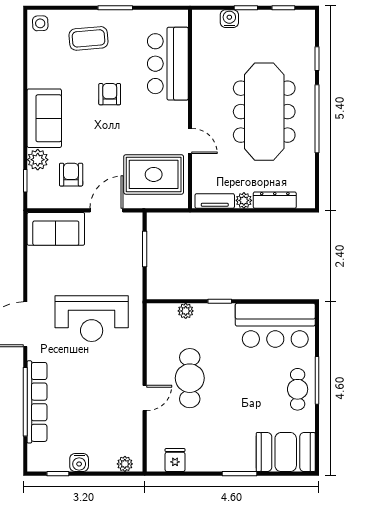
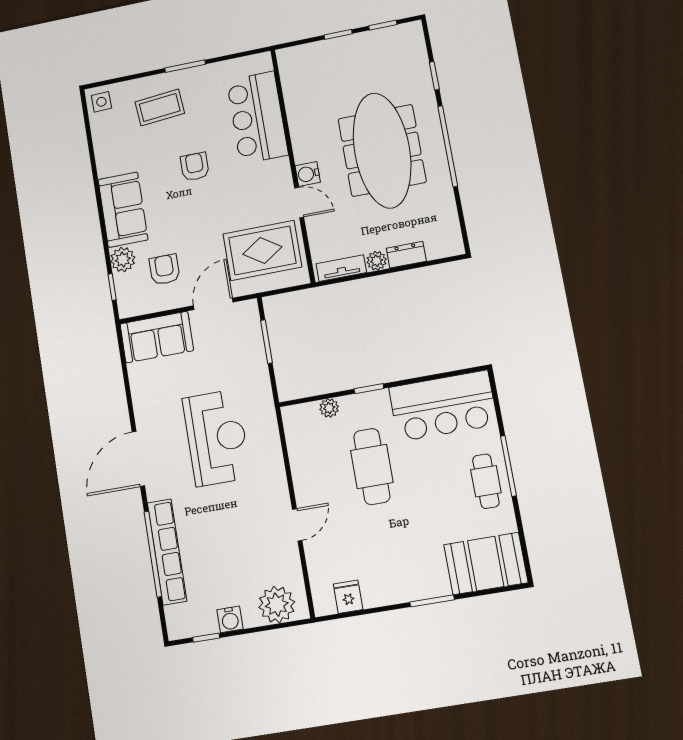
water cooler: (229, 19) -> (308, 174), moved, turned -90
dresser: (275, 200) -> (406, 255), width x0.70
reception desk: (92, 319) -> (217, 438), turned -90
cafe table: (190, 378) -> (372, 467), moved
plant: (125, 464) -> (277, 605), width x1.87, depth x1.87

